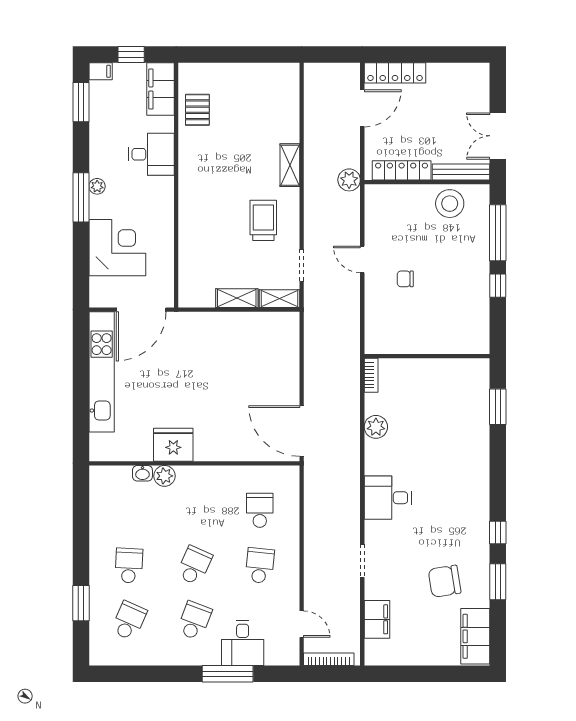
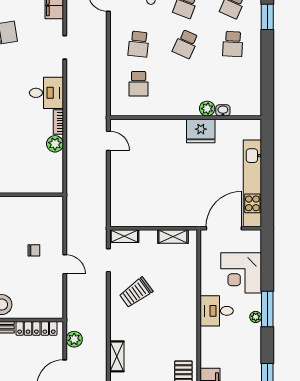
desk: (151, 154) -> (217, 311), moved
shelving: (290, 165) -> (117, 356), moved
plant: (349, 180) -> (74, 339), moved
trolley: (263, 220) -> (136, 292), turned 54
shelving: (237, 298) -> (173, 237), moved
bookcase: (371, 375) -> (58, 122), moved
door: (302, 431) -> (108, 141), width x0.53

